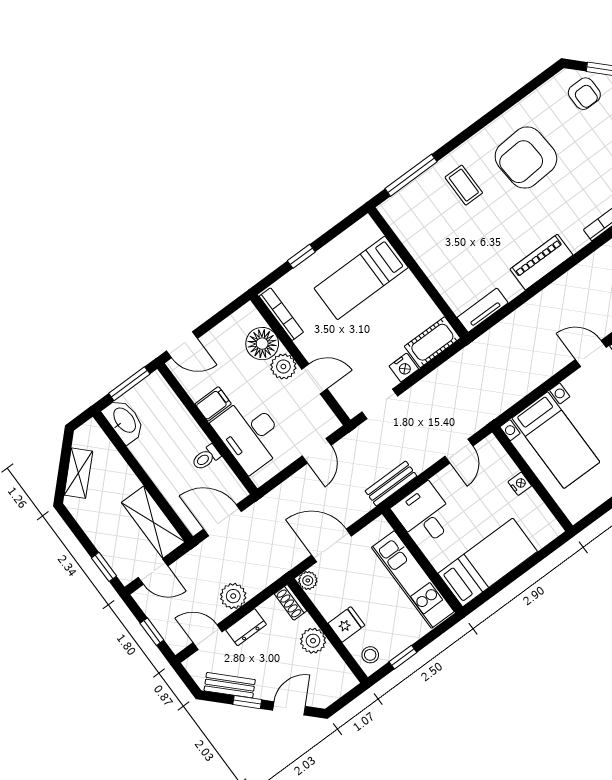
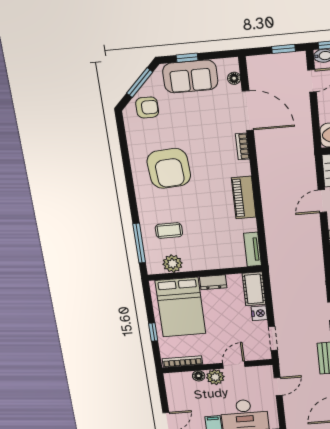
coffee table: (464, 185) -> (169, 231), moved
plant: (408, 228) -> (173, 264), added
bed: (361, 278) -> (180, 307), width x1.50
dresser: (412, 289) -> (213, 282), added
floor lamp: (262, 344) -> (199, 376), width x0.53, depth x0.53
door: (317, 451) -> (278, 387), hinge flipped

